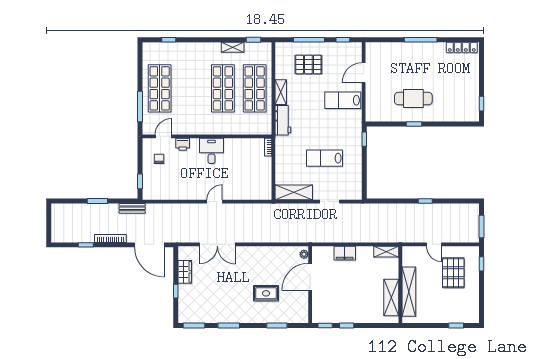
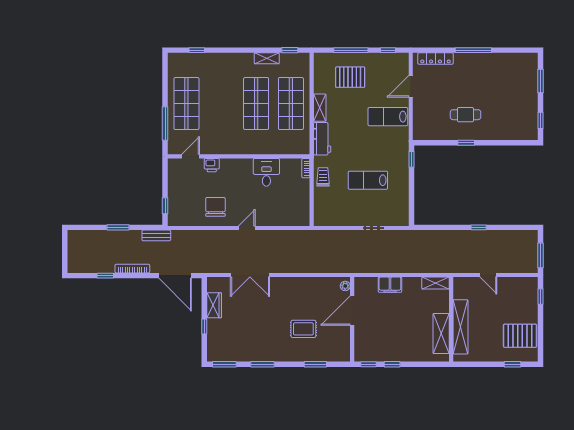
locker: (462, 47) -> (436, 59), moved
window: (482, 68) -> (540, 81), added
cafe table: (413, 99) -> (465, 115), width x0.73, depth x0.74
desk: (212, 151) -> (266, 172), moved
trolley: (284, 155) -> (323, 177), added
chair: (159, 159) -> (215, 207), moved, width x1.87, depth x1.87
shelving: (294, 192) -> (334, 218), removed
pallet: (453, 273) -> (520, 336), moved, turned 90

